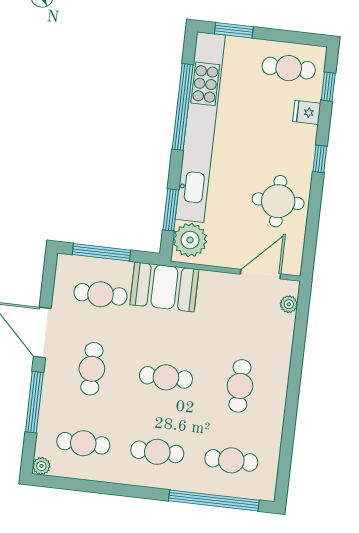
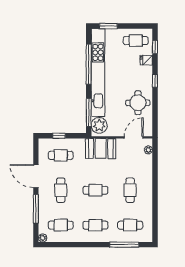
window: (171, 210) -> (89, 112), width x1.44
window: (102, 252) -> (59, 136), width x0.46
booth: (164, 287) -> (101, 149), moved
window: (214, 500) -> (124, 245), width x0.68

